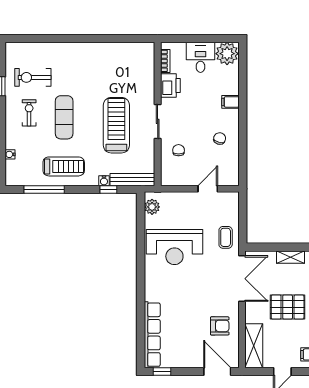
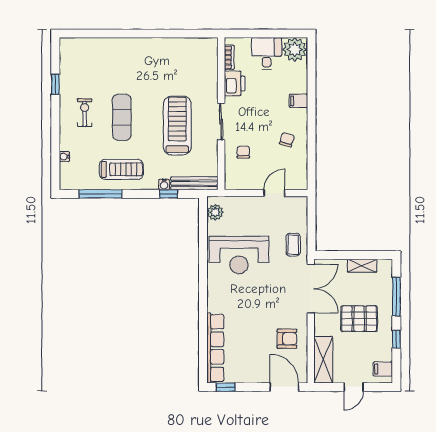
exercise bike: (33, 77) -> (89, 75), removed

